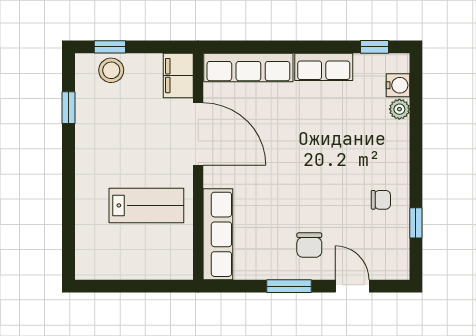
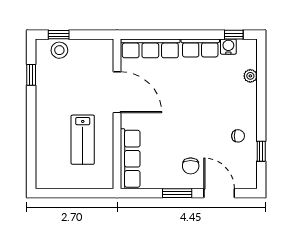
filing cabinet: (178, 76) -> (104, 54), removed
water cooler: (398, 85) -> (228, 47), moved, turned -90
lab bench: (146, 205) -> (83, 140), turned 90
door: (352, 286) -> (219, 193), width x1.38

